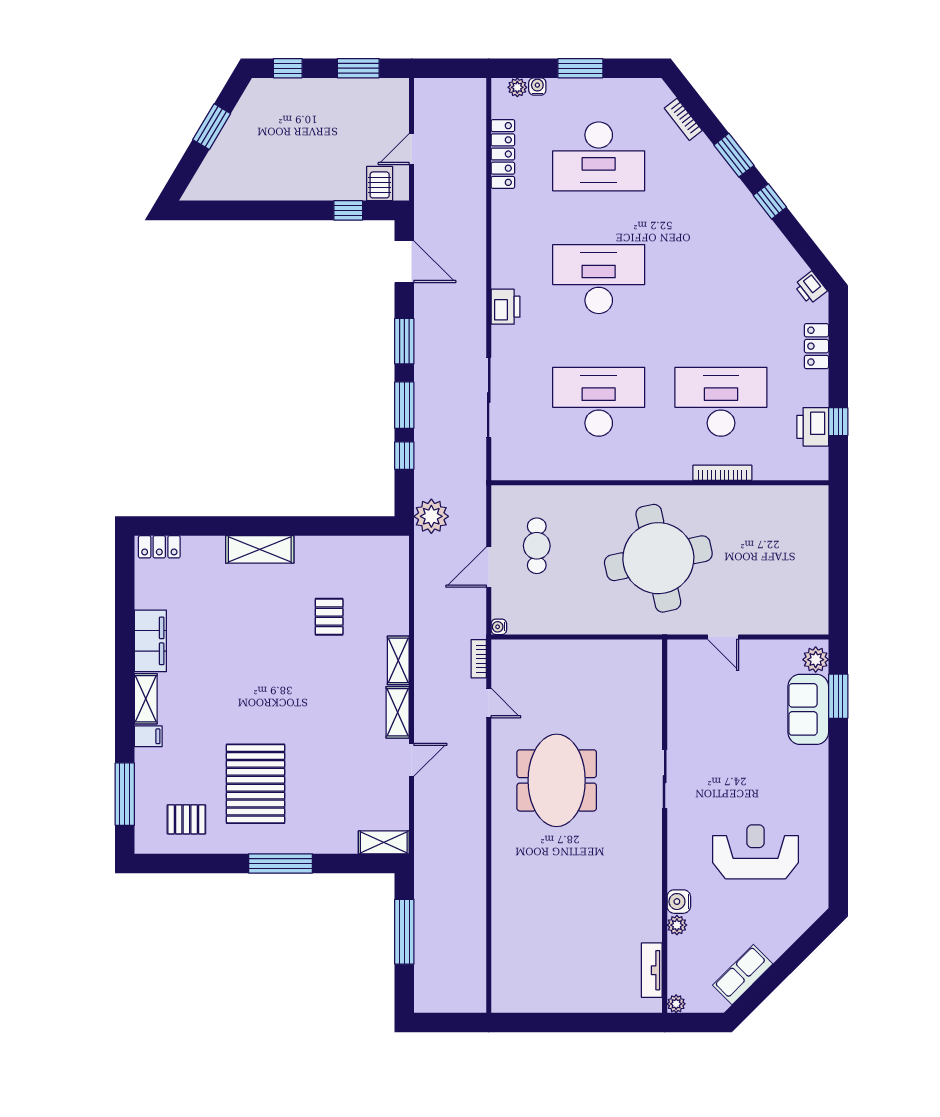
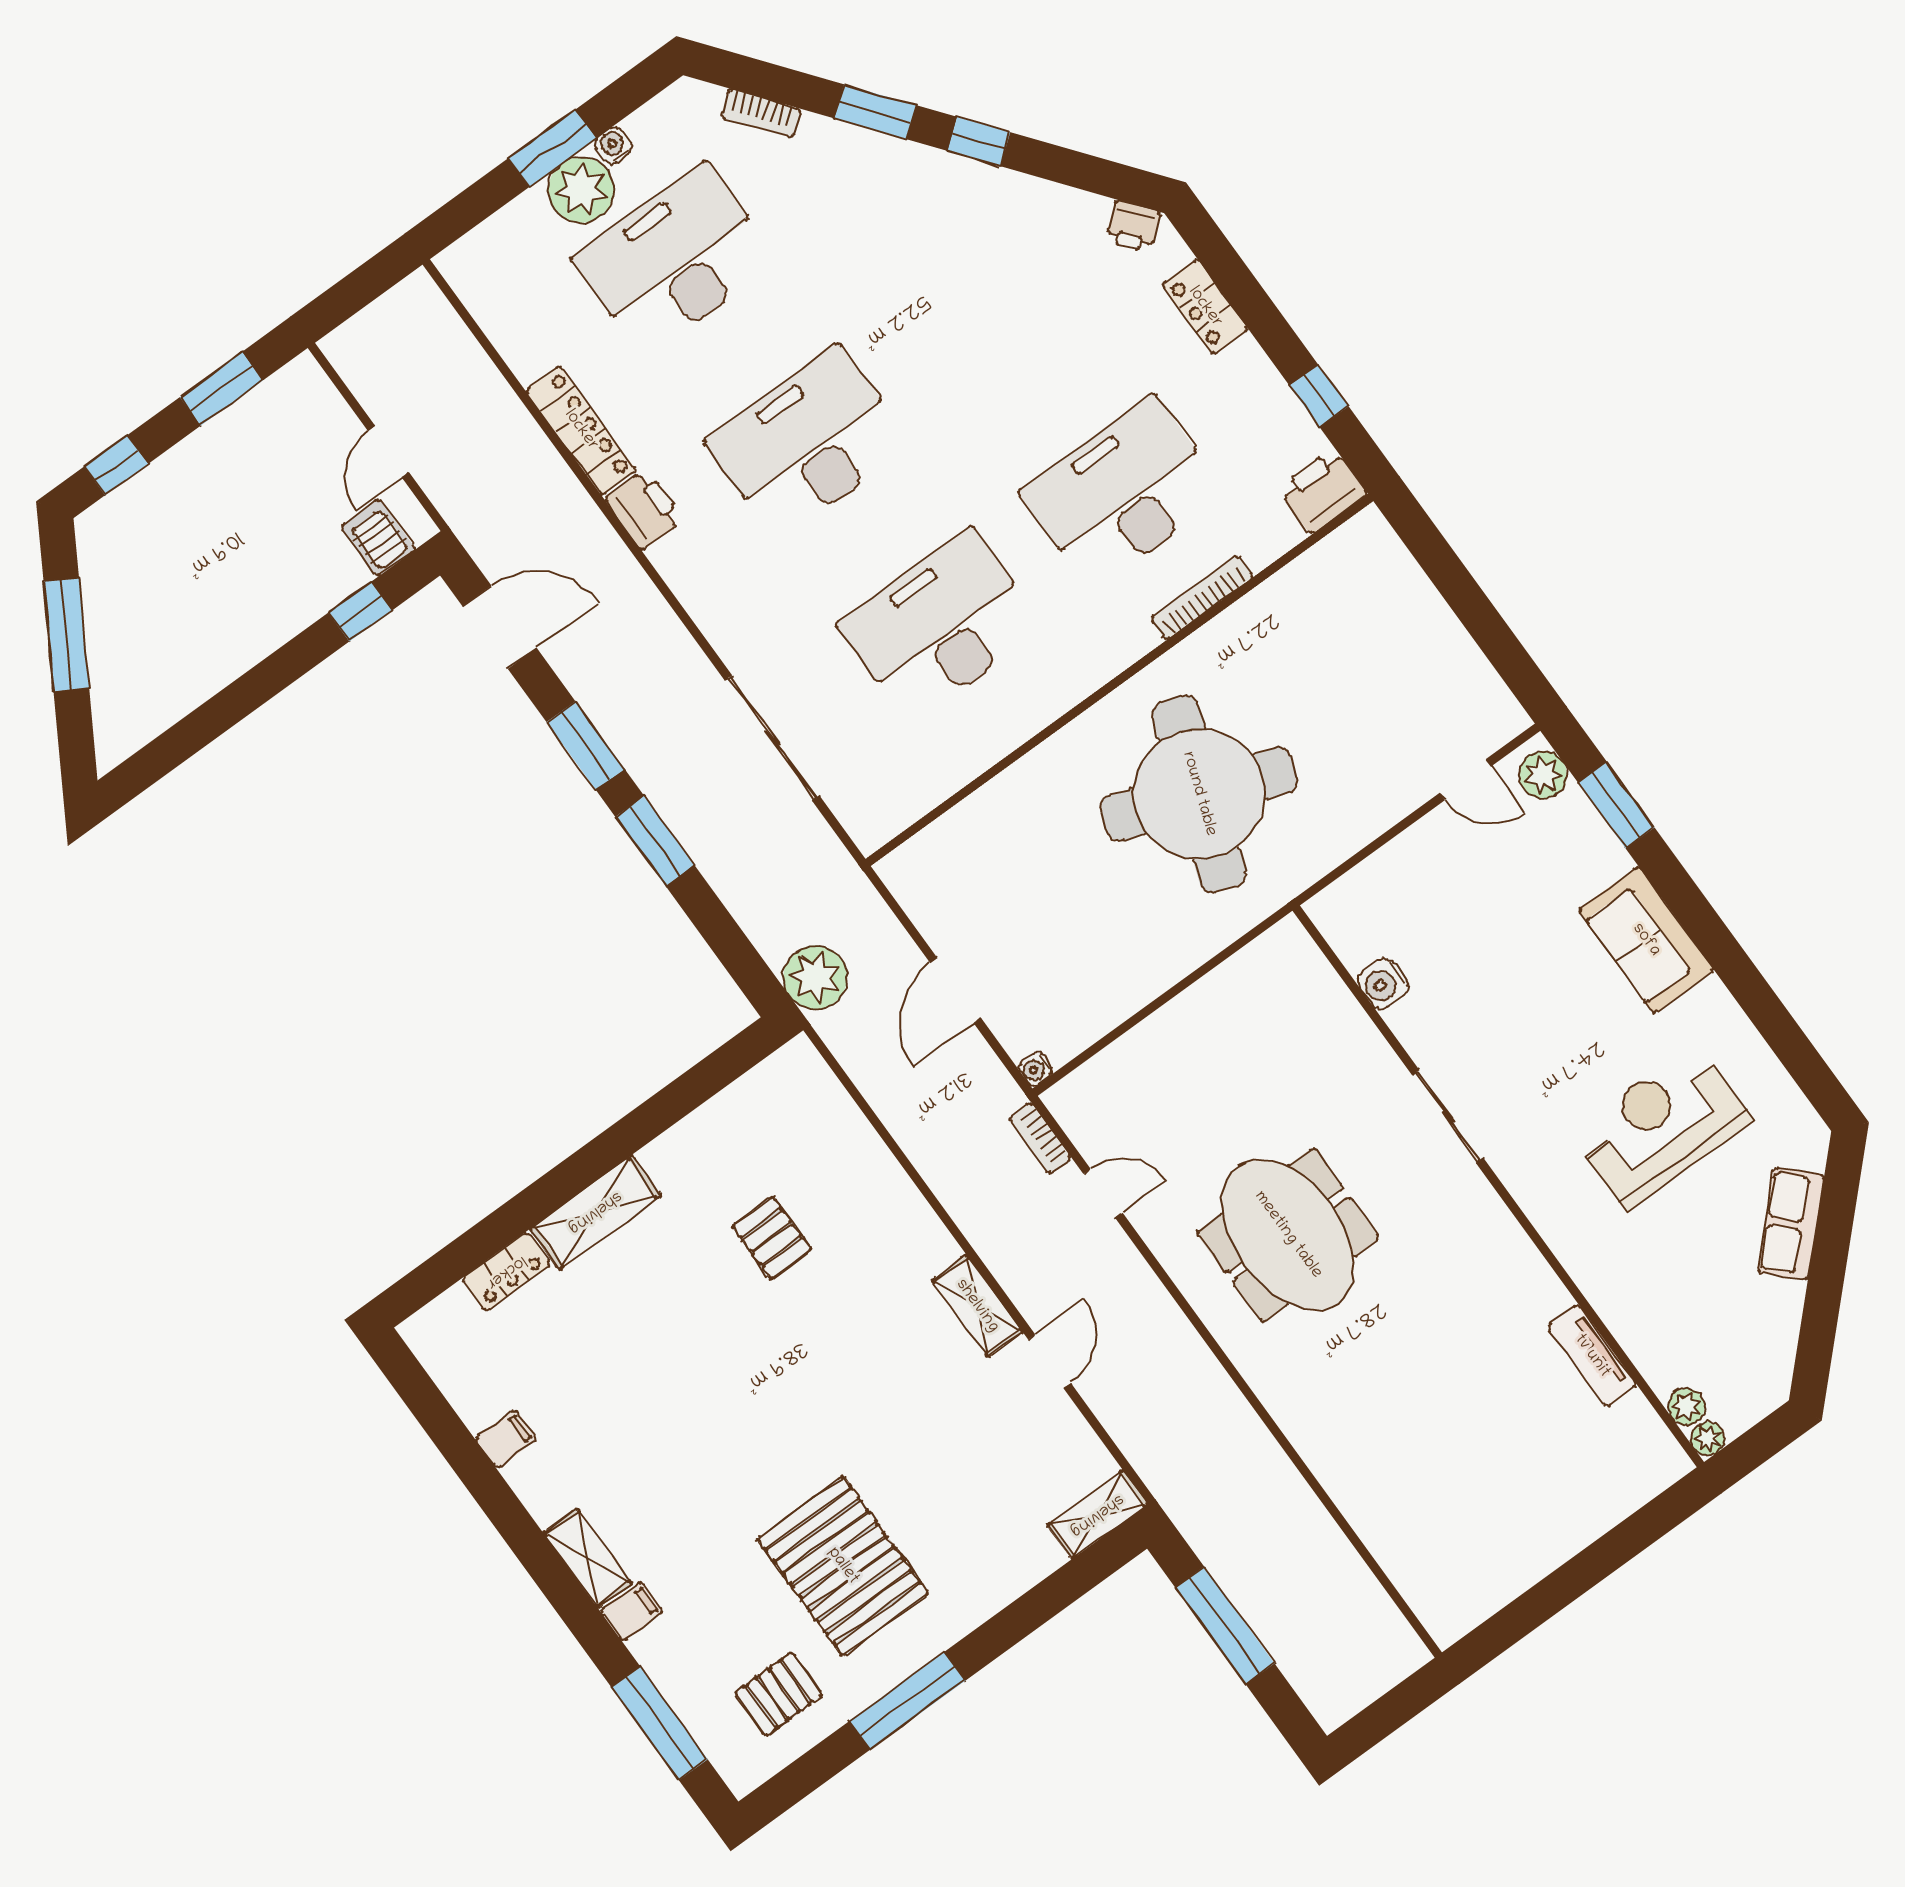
water cooler: (537, 86) -> (613, 146), moved
plant: (517, 87) -> (581, 190), moved, width x1.88, depth x1.88
window: (212, 127) -> (66, 635), width x1.44
locker: (503, 154) -> (581, 430), moved
desk: (599, 156) -> (675, 260), turned 180
printer: (506, 307) -> (644, 509), moved
printer: (813, 427) -> (1322, 491), moved, turned 90
window: (404, 456) -> (709, 916), removed
cafe table: (537, 546) -> (1004, 907), removed
locker: (159, 547) -> (506, 1272), moved
round table: (658, 558) -> (1199, 794), turned 32
door: (723, 637) -> (1465, 780), moved
filing cabinet: (150, 641) -> (506, 1439), width x0.33, depth x0.86
shelving: (398, 660) -> (922, 1228), removed
sofa: (808, 709) -> (1646, 940), moved
window: (281, 863) -> (907, 1701), moved
water cooler: (679, 902) -> (1383, 984), moved
plant: (677, 925) -> (1686, 1407), moved
tv unit: (652, 970) -> (1592, 1356), moved
row of seats: (743, 975) -> (1791, 1224), moved

